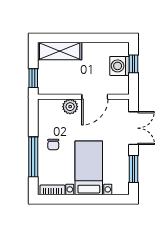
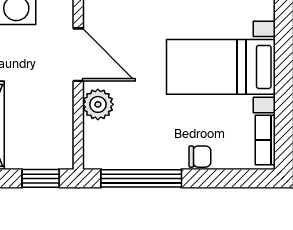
chair: (53, 144) -> (200, 157), moved
window: (33, 157) -> (141, 178), moved

